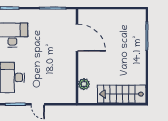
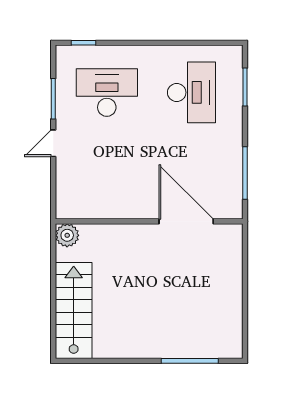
door: (77, 38) -> (186, 221), swing flipped
plant: (84, 84) -> (67, 235), moved

